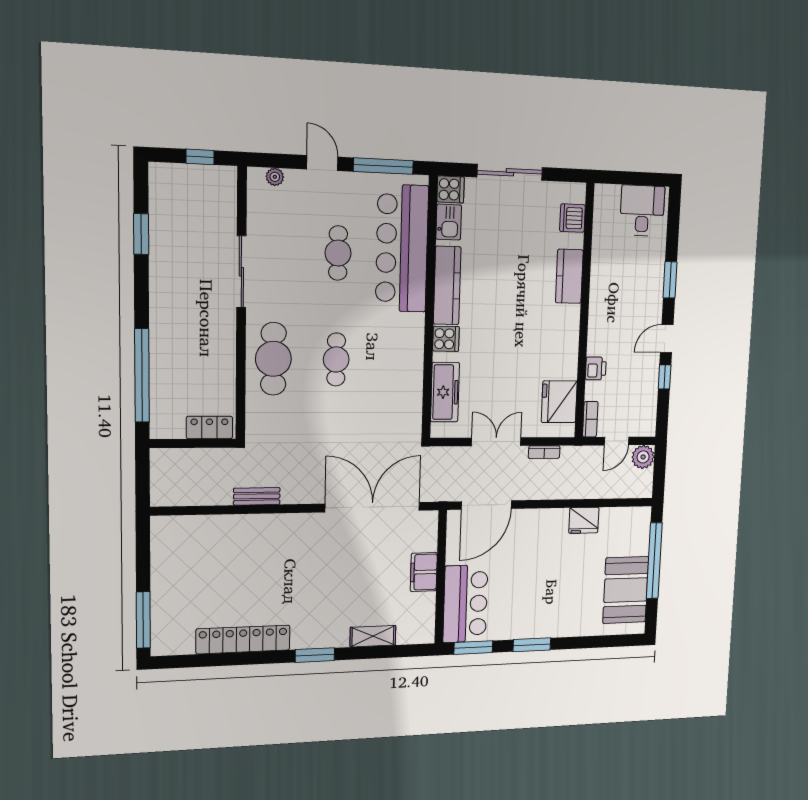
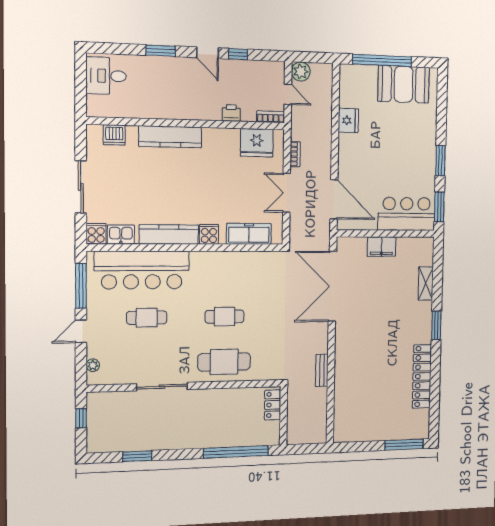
kitchen counter: (569, 276) -> (170, 137), width x1.50

